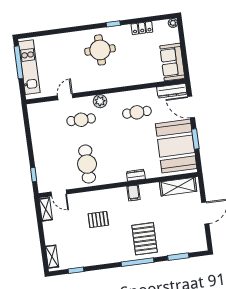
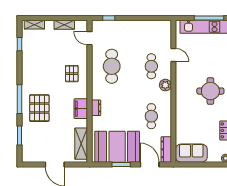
door: (191, 107) -> (150, 164), hinge flipped
cafe table: (87, 164) -> (112, 66), turned 90
door: (59, 193) -> (90, 38), hinge flipped
filing cabinet: (133, 193) -> (81, 109), width x2.00
shelving: (46, 209) -> (64, 25), moved
pallet: (98, 219) -> (72, 74), moved
pallet: (145, 239) -> (39, 108), turned 90

